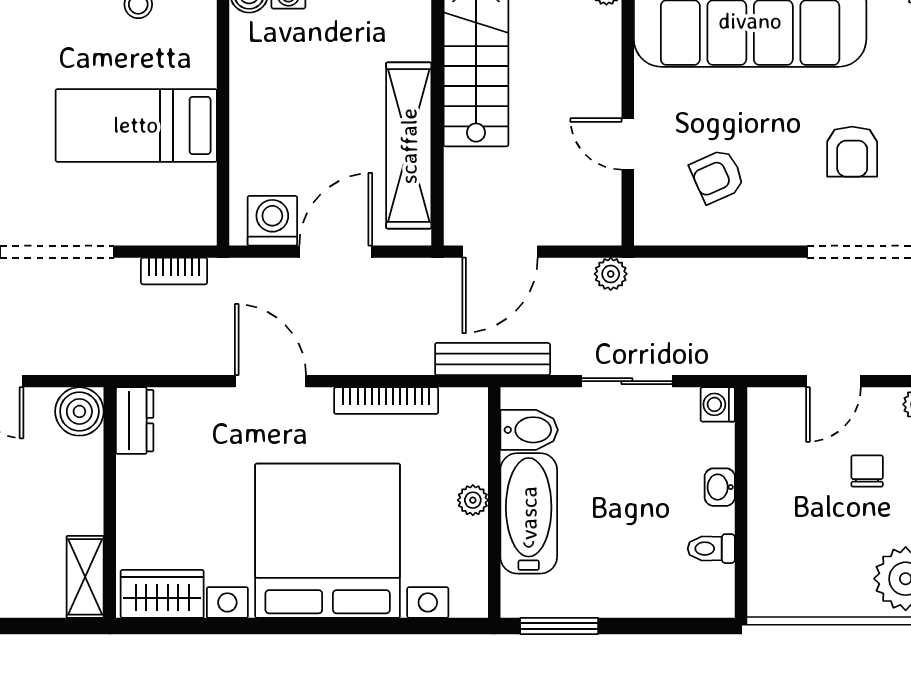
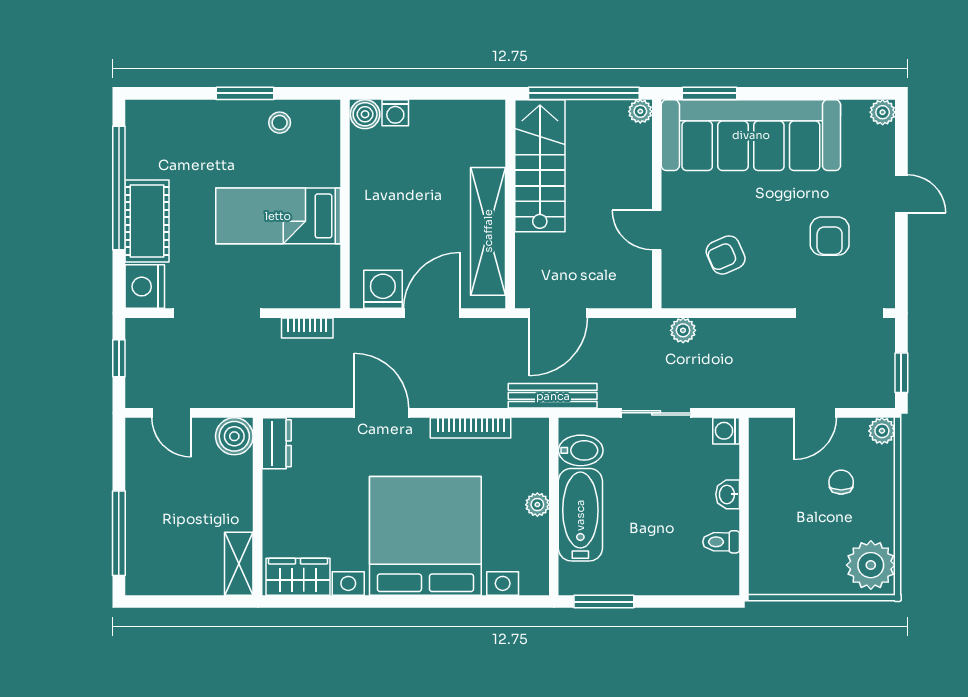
plant: (611, 274) -> (683, 330), moved

